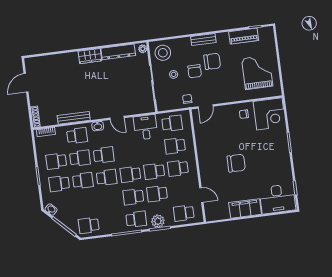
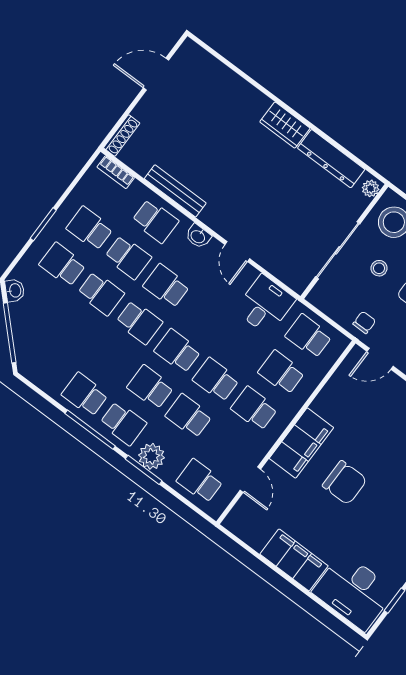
school desk: (172, 123) -> (309, 336), turned 180
school desk: (104, 155) -> (166, 286), turned 180
filing cabinet: (207, 164) -> (301, 443), added
school desk: (89, 225) -> (85, 395), moved

